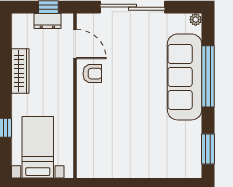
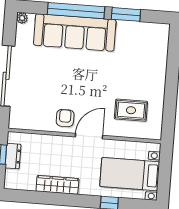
door: (75, 44) -> (89, 136), moved
rug: (106, 143) -> (131, 110), added
window: (208, 149) -> (126, 14), moved

